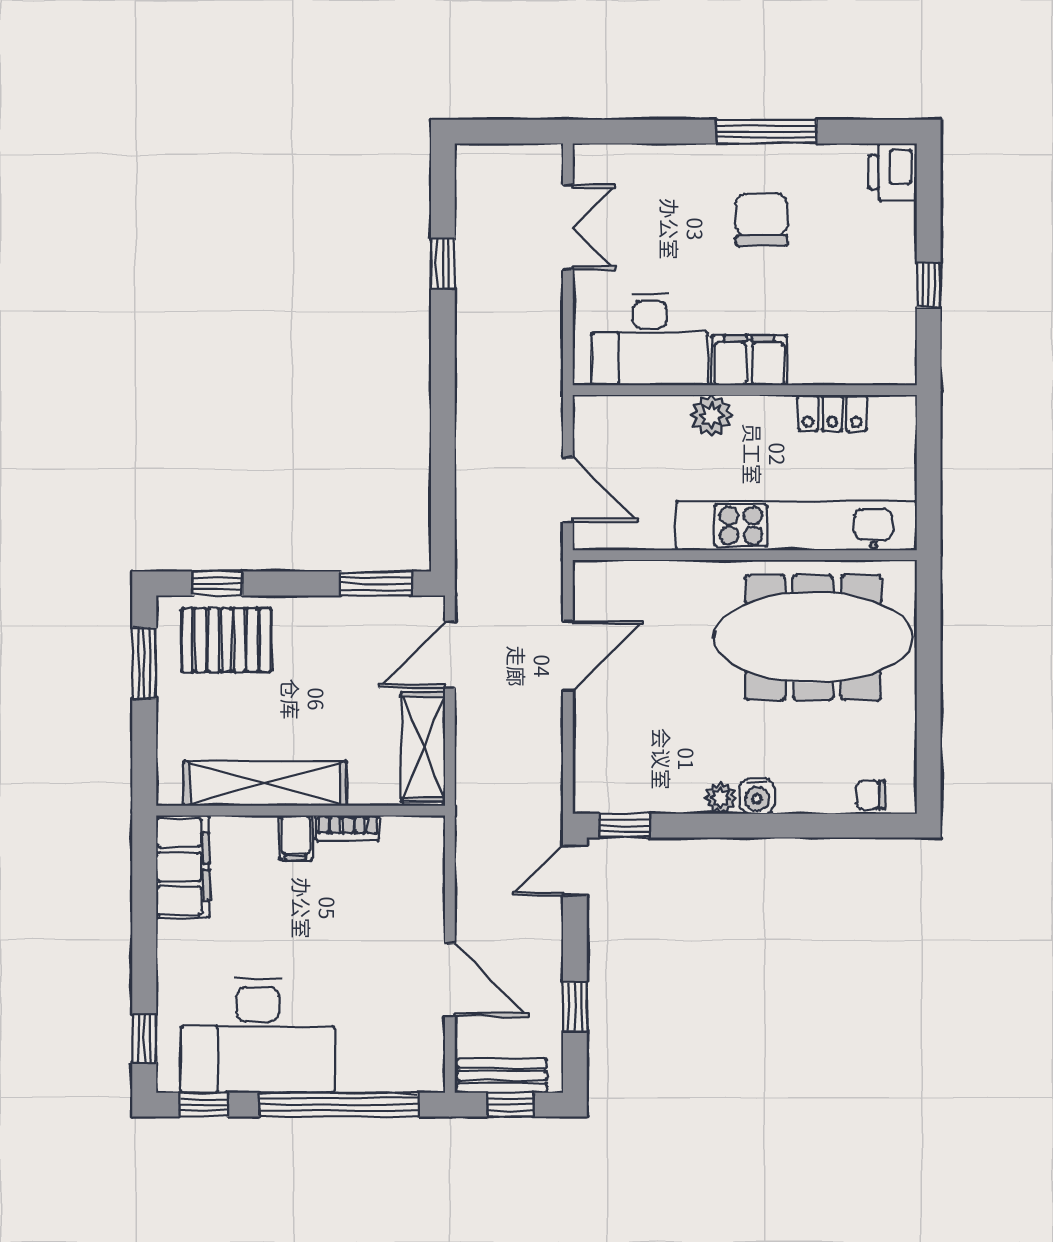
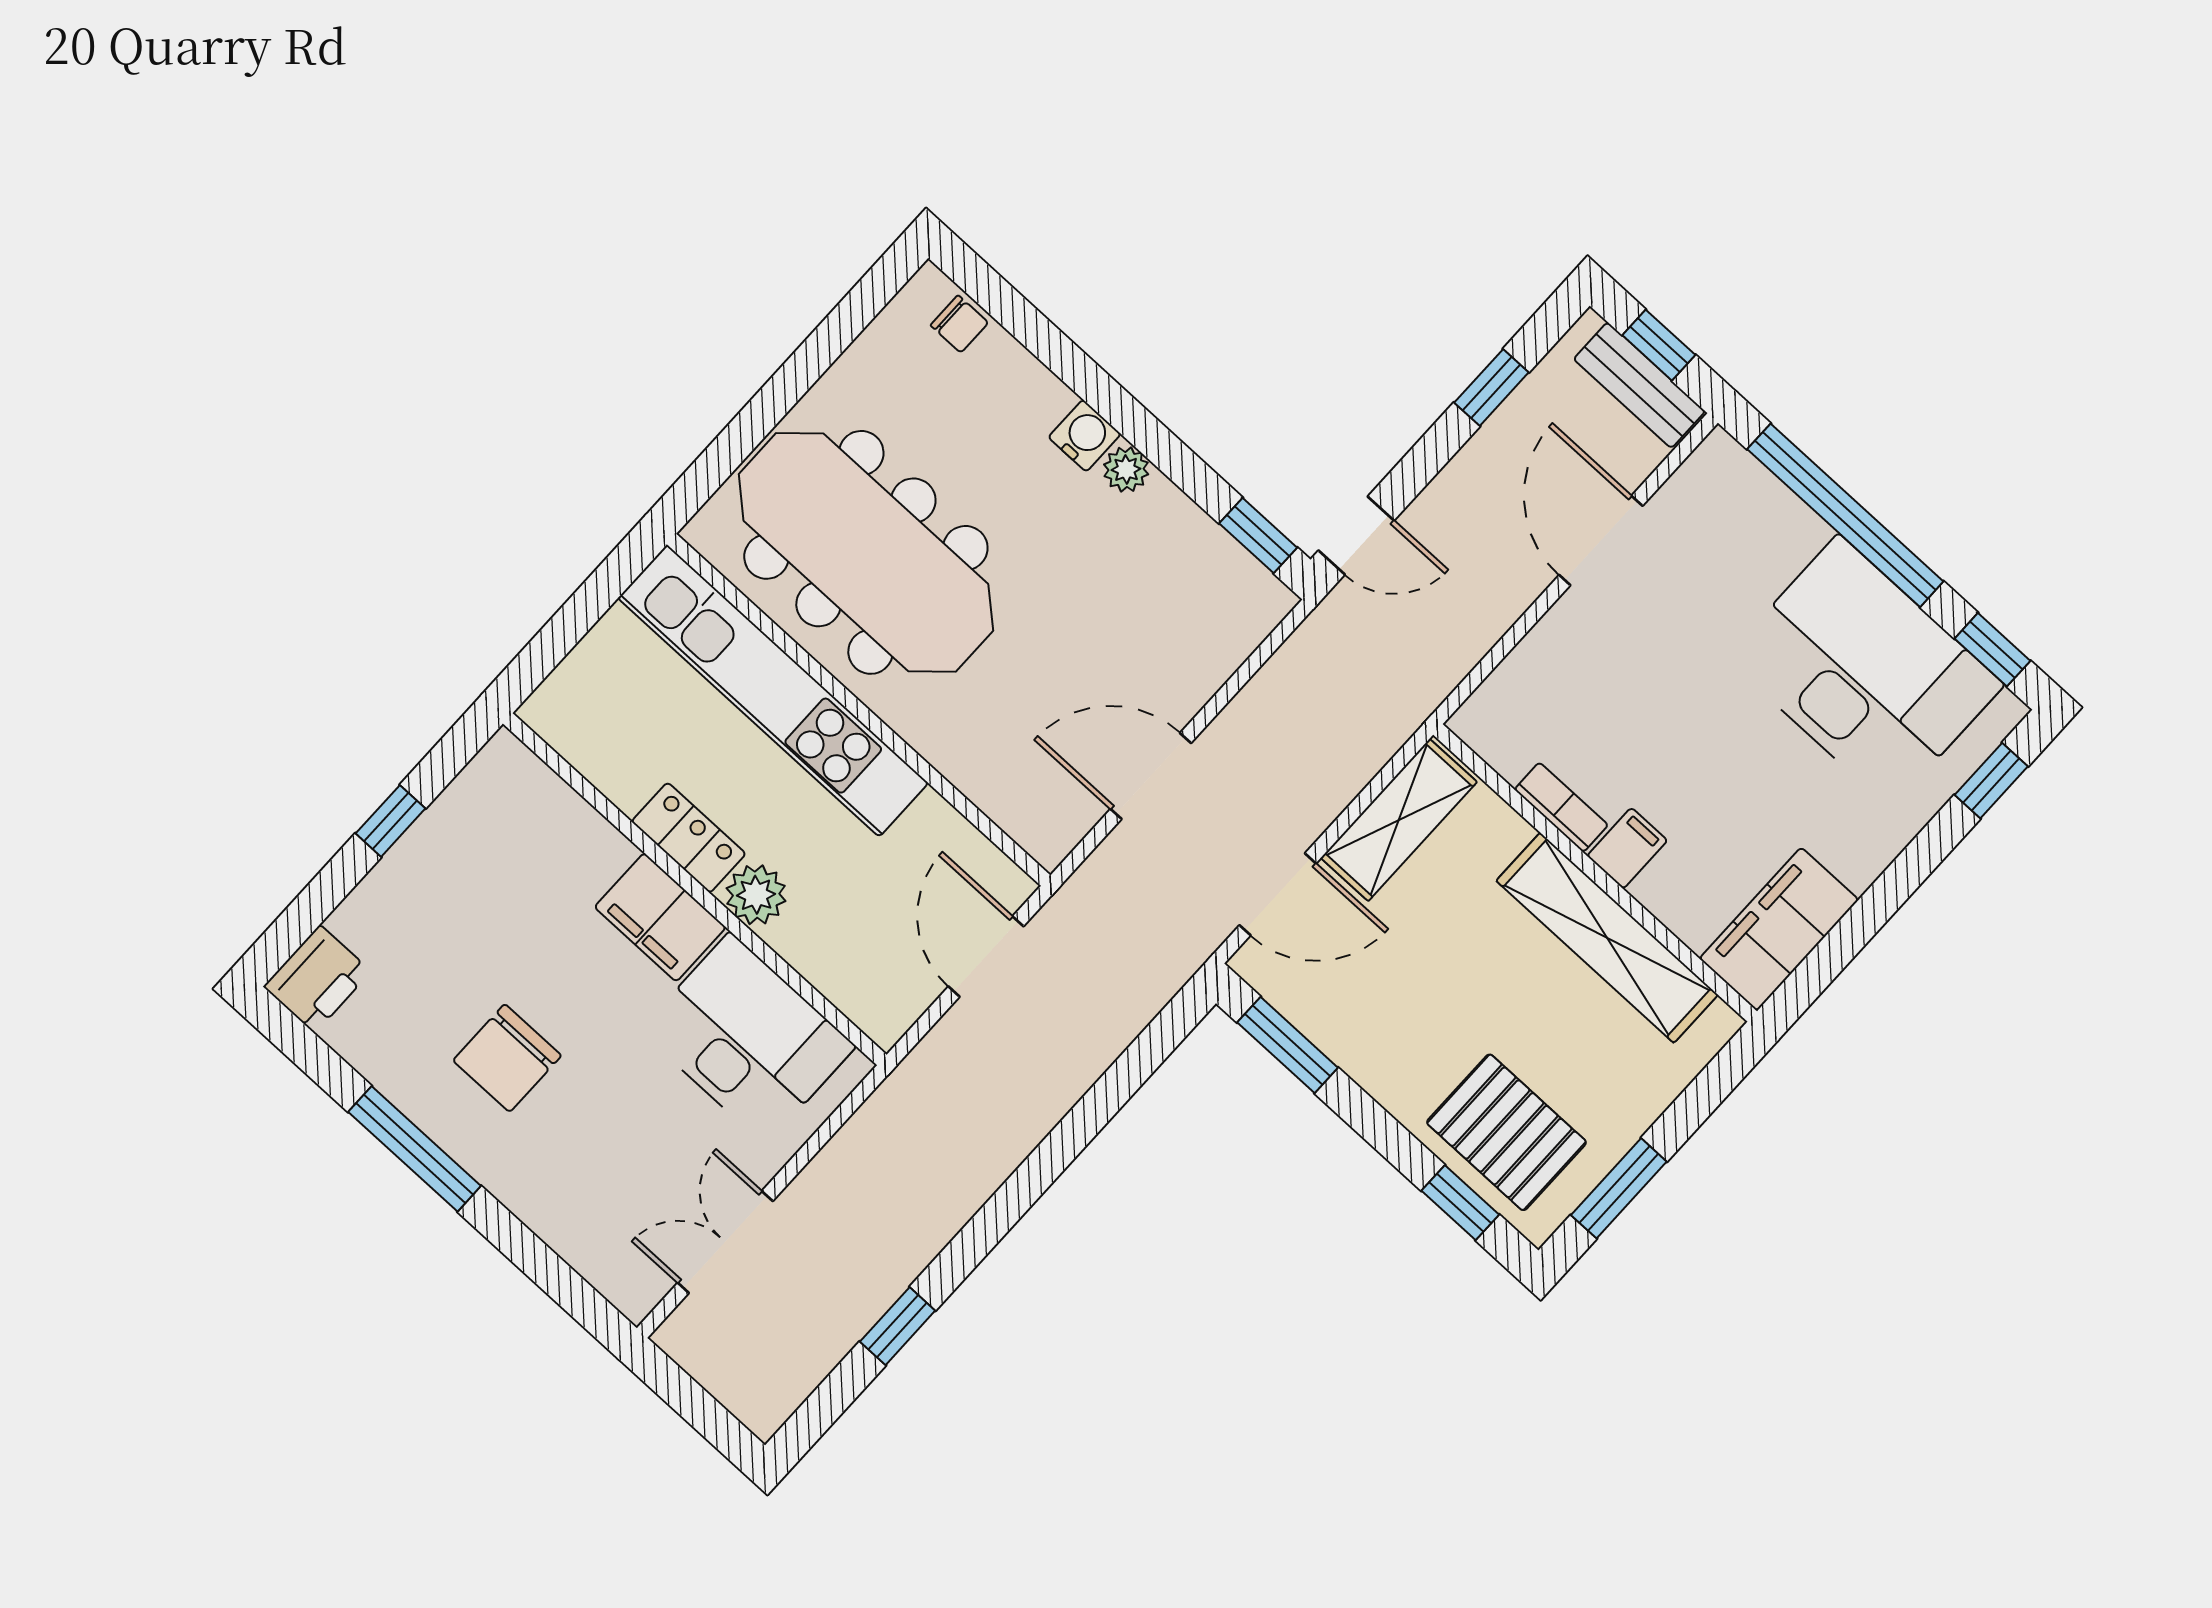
locker: (832, 413) -> (689, 838), moved

